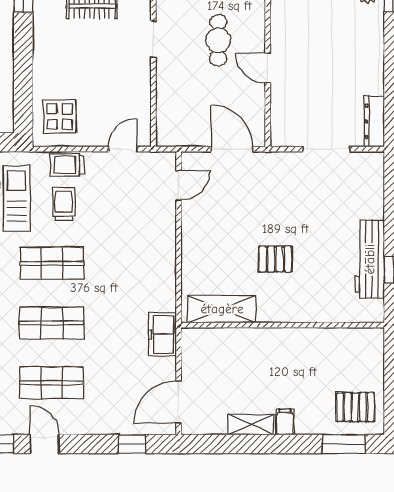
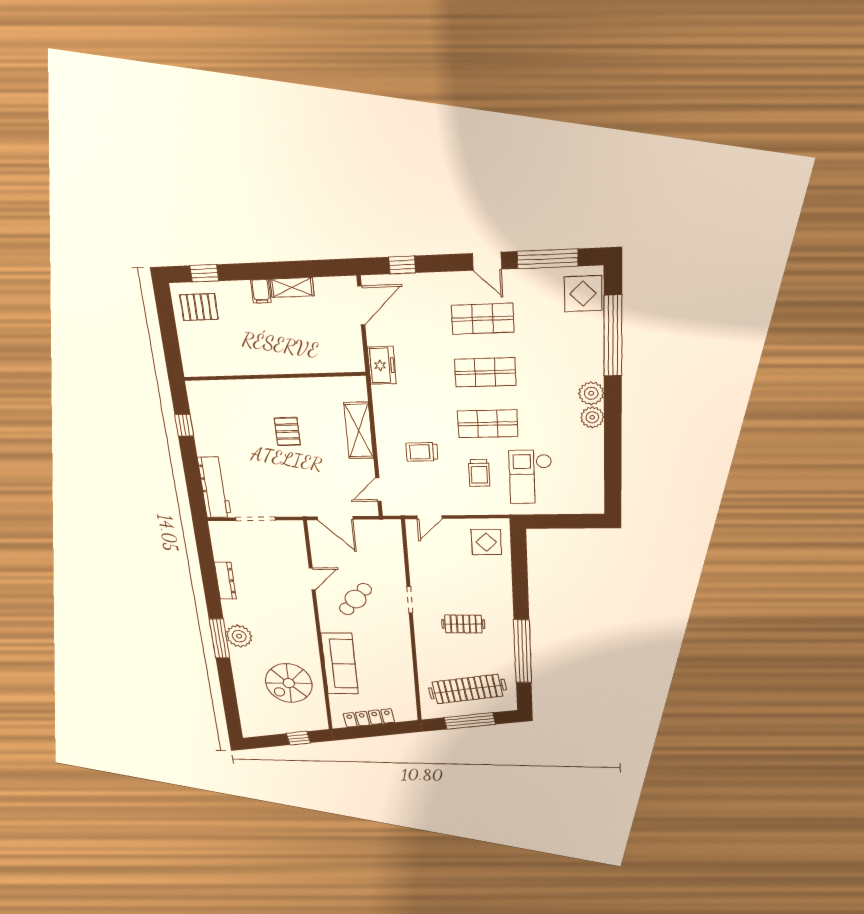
cafe table: (218, 40) -> (356, 599), turned 41
door: (268, 68) -> (312, 579), hinge flipped
dresser: (374, 121) -> (225, 581), moved
trolley: (67, 165) -> (422, 452), moved, turned 180
pallet: (275, 259) -> (287, 432), turned 90
workbench: (370, 259) -> (214, 487), moved
shelving: (222, 309) -> (359, 430), moved, turned 90
window: (344, 444) -> (204, 273), width x0.67

